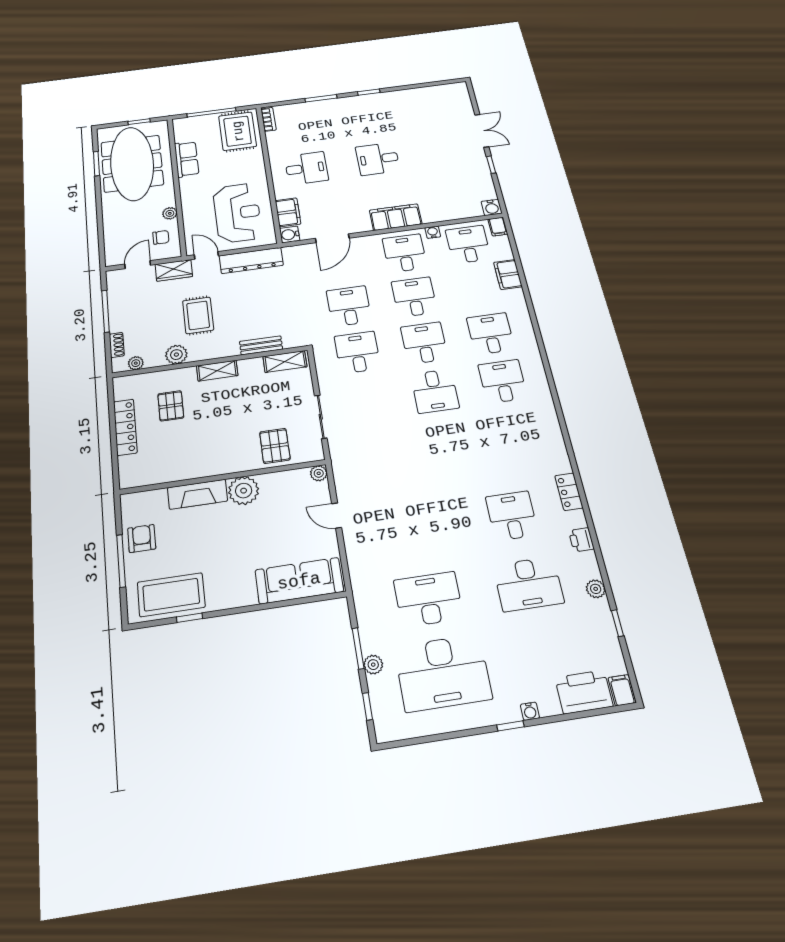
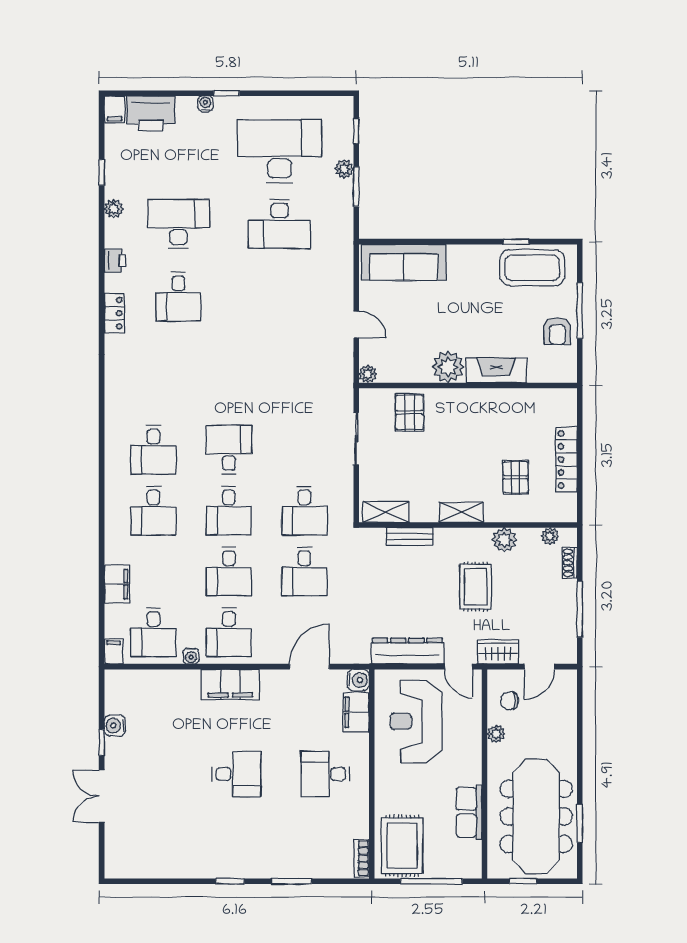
water cooler: (492, 207) -> (115, 726), moved, turned -90

